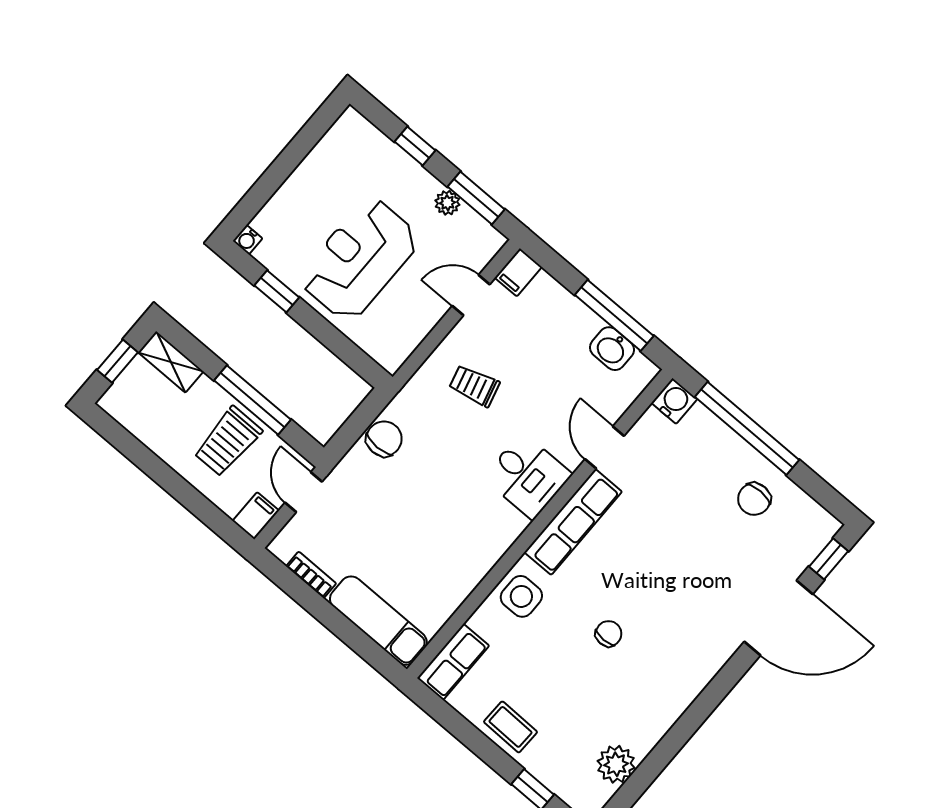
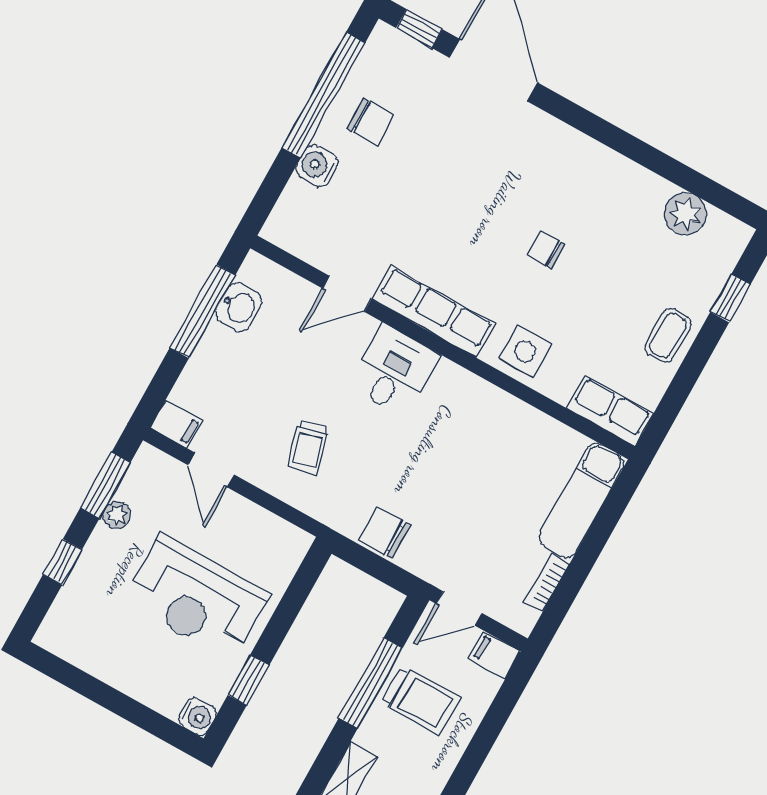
water cooler: (248, 240) -> (197, 716), width x1.38, depth x1.38
water cooler: (674, 401) -> (317, 166), moved
window: (747, 428) -> (323, 95), moved

